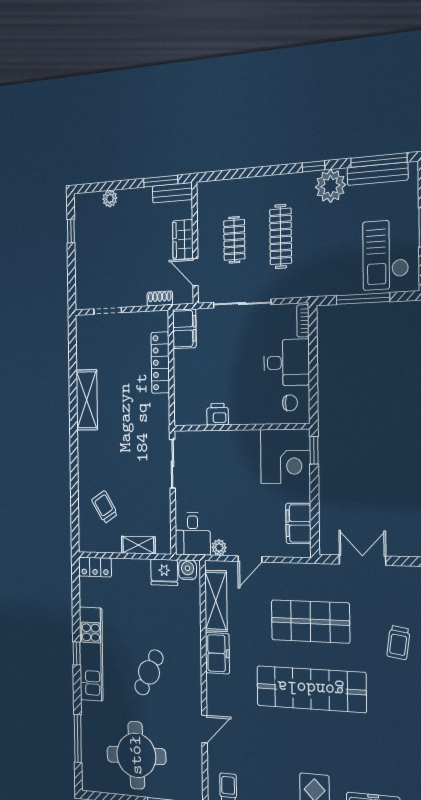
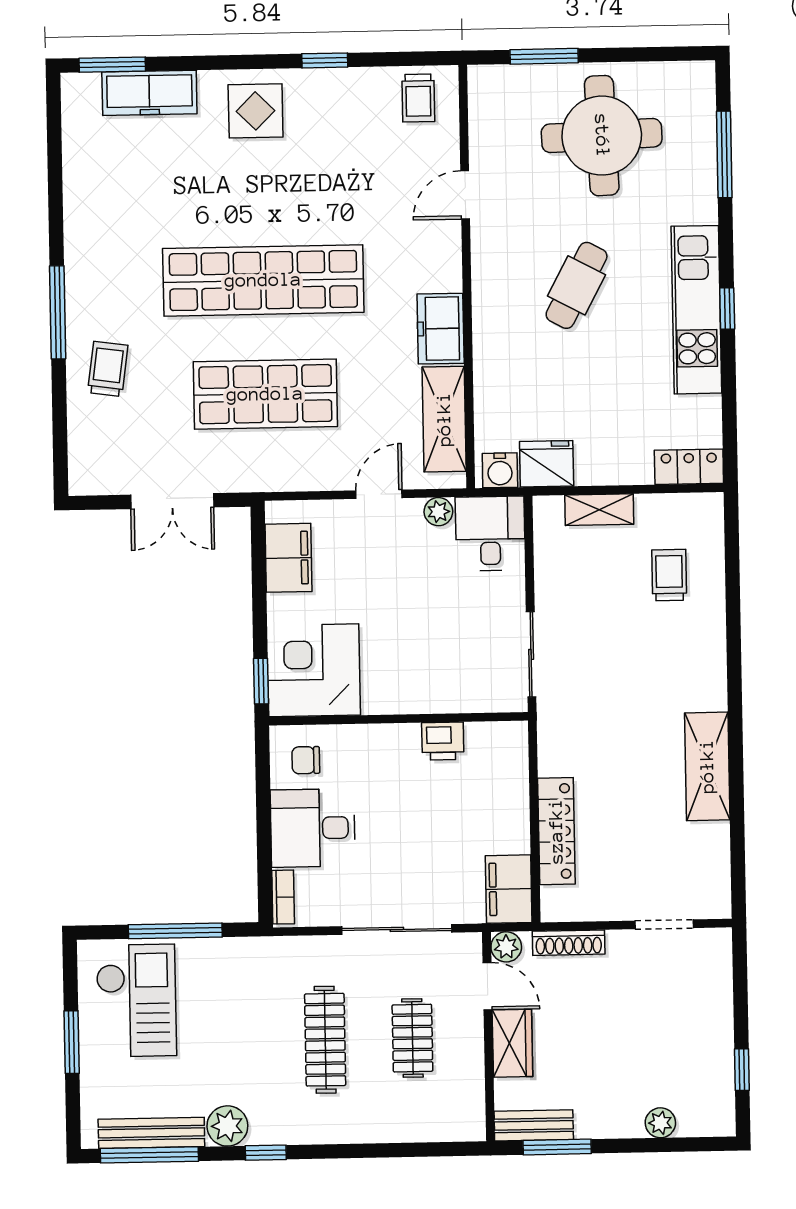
plant: (331, 186) -> (227, 1126), width x0.73, depth x0.73
plant: (186, 295) -> (506, 947), added
shoe rack: (160, 298) -> (569, 943), width x1.43
trolley: (105, 507) -> (669, 575), turned -148

